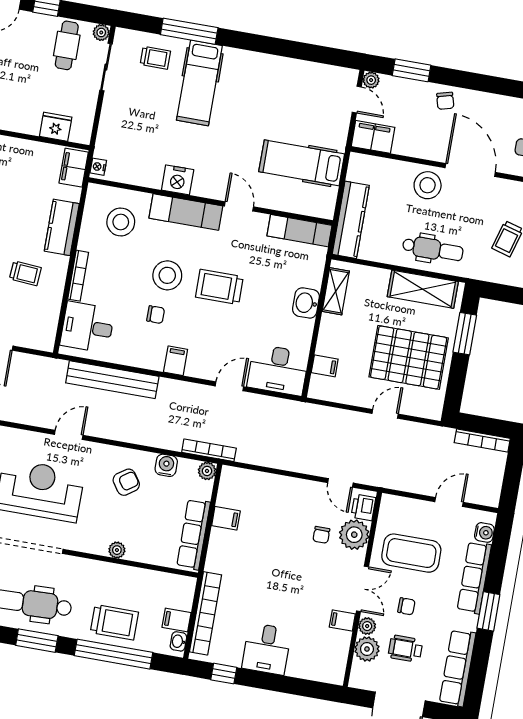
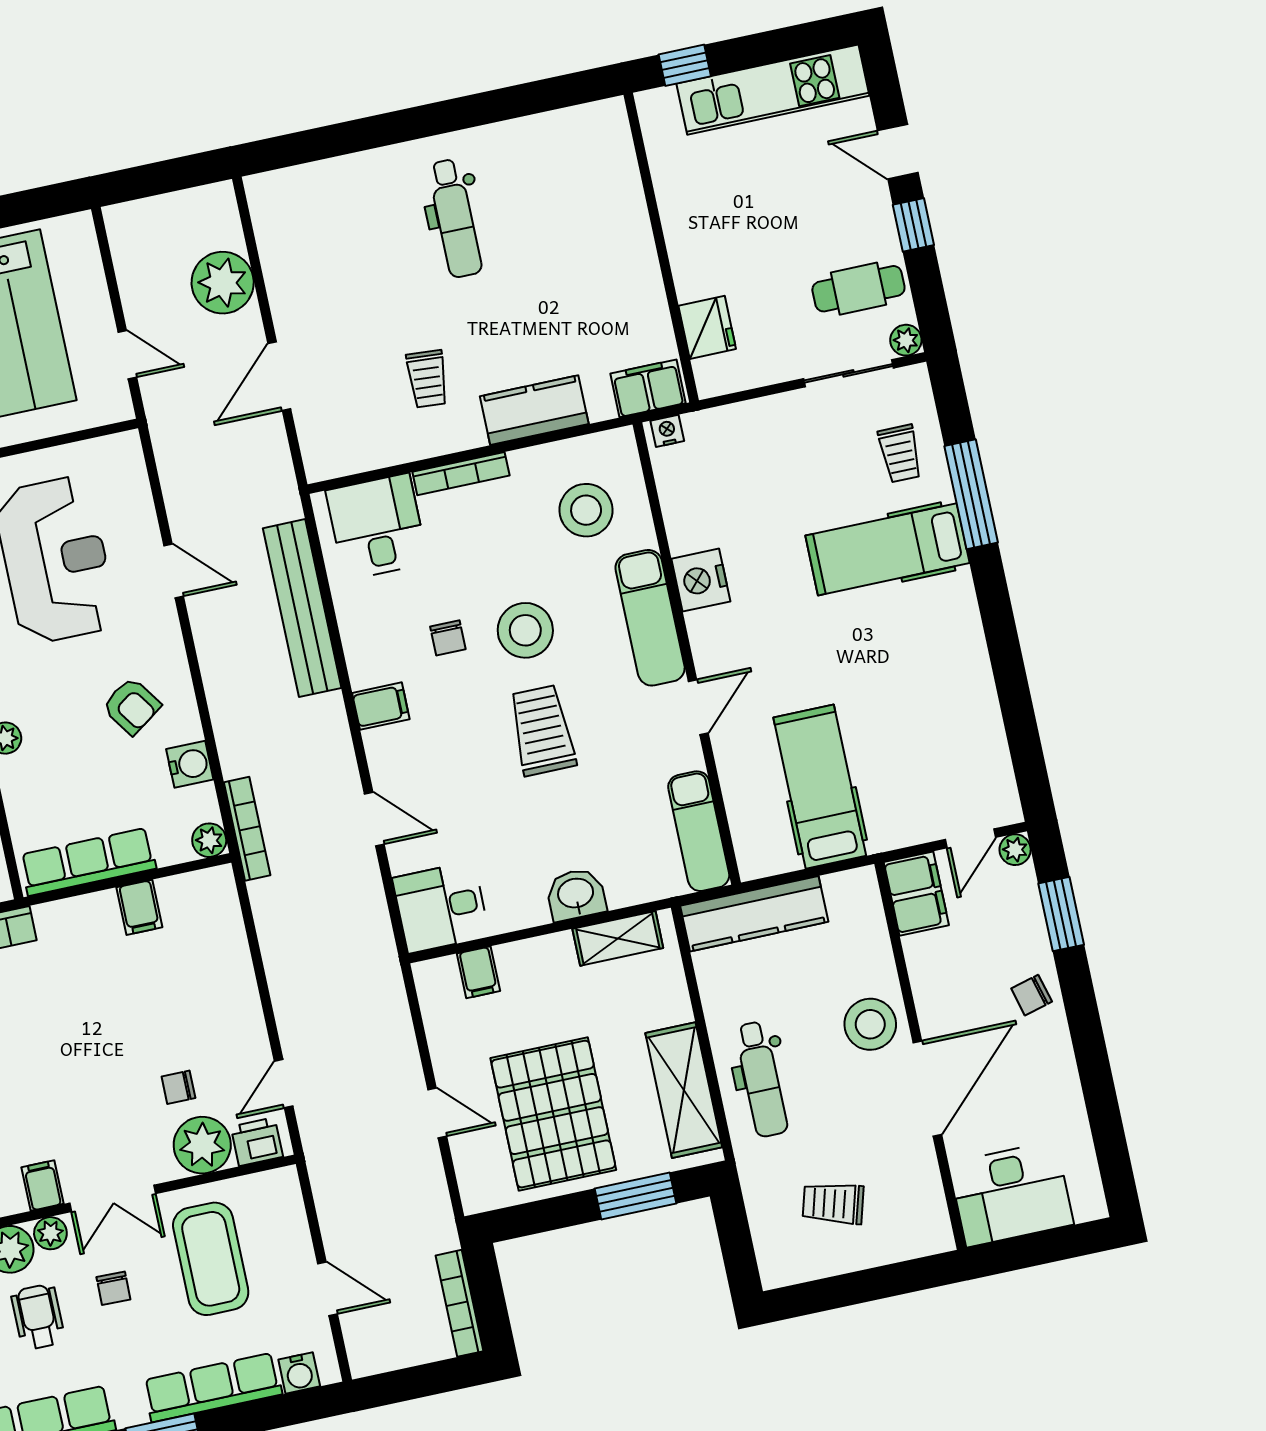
desk: (278, 370) -> (441, 907), width x0.73

